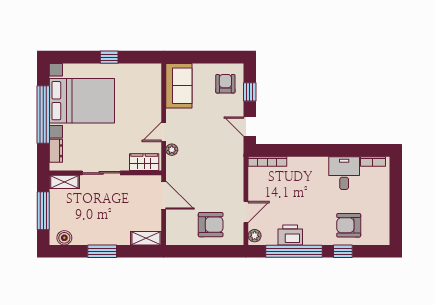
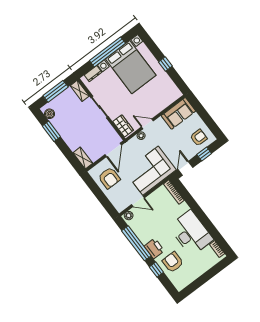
corner sofa: (221, 170) -> (151, 171), added
desk: (344, 173) -> (191, 233), width x1.87, depth x1.30
armchair: (211, 225) -> (109, 178), moved
printer: (290, 235) -> (154, 249), moved
window: (102, 251) -> (51, 131), moved

